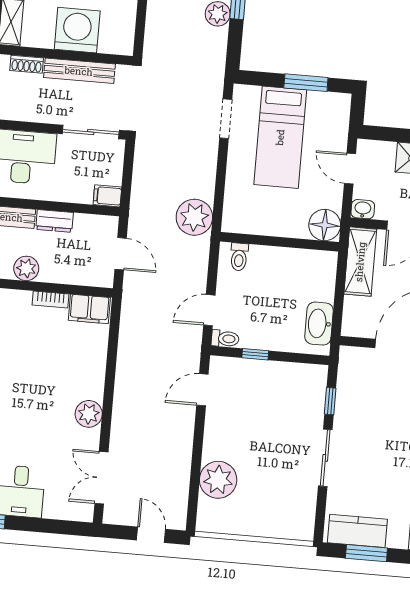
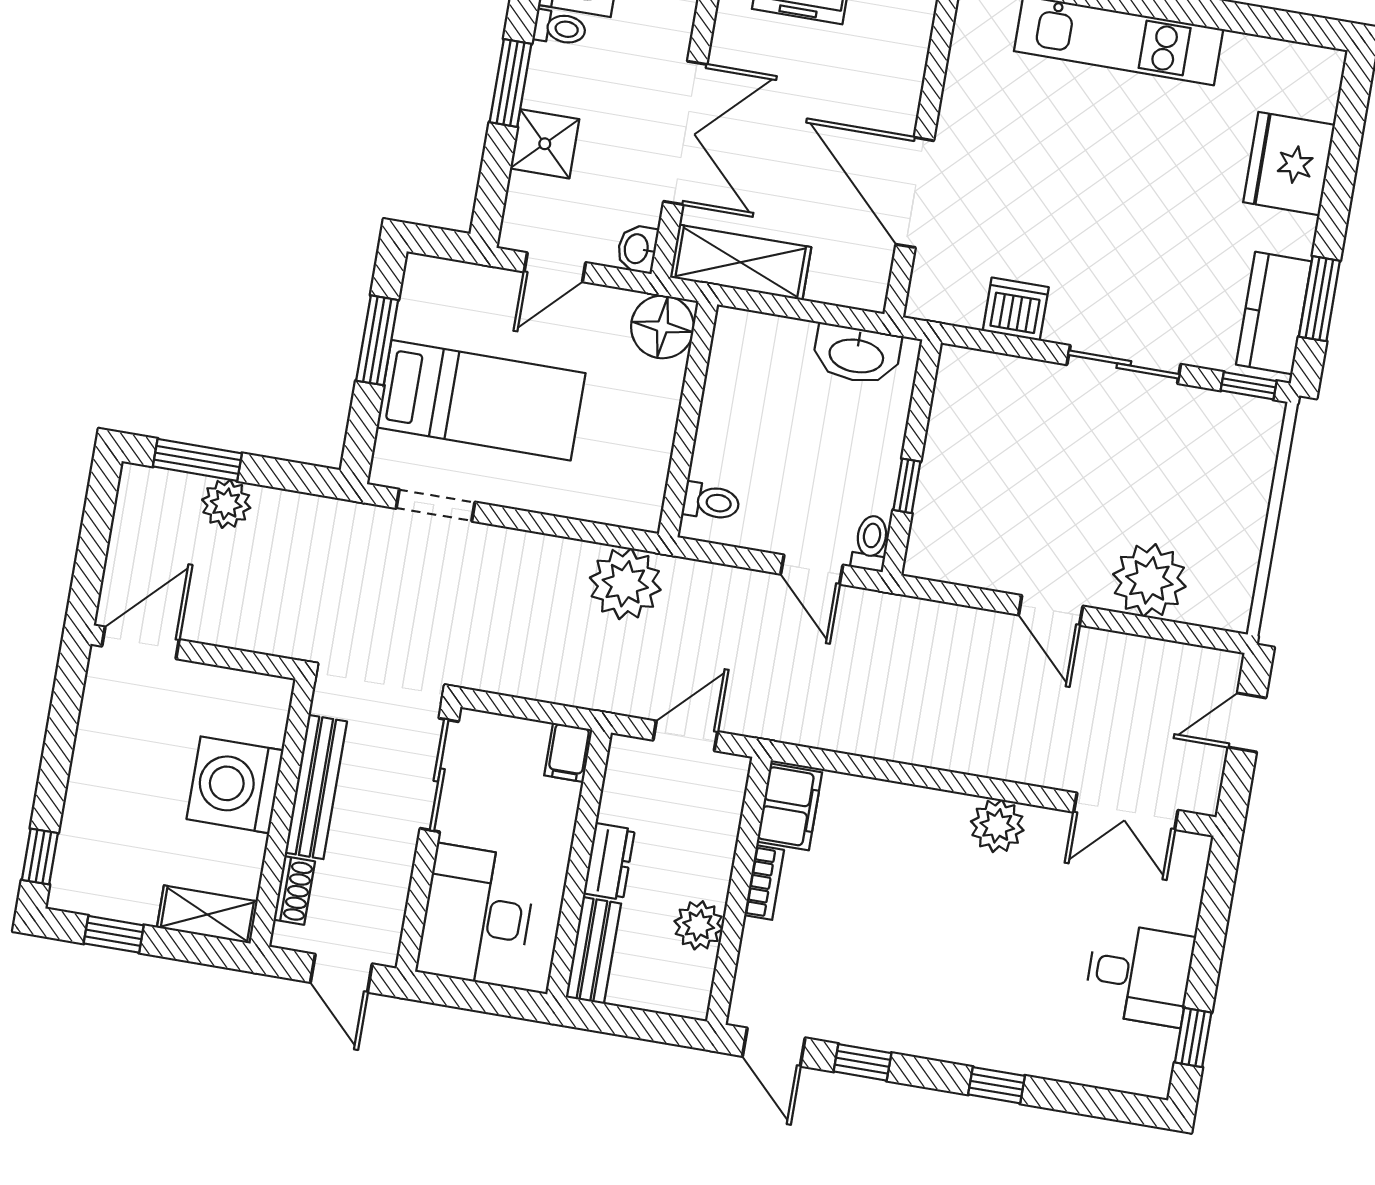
door: (202, 390) -> (1051, 610), moved
window: (330, 401) -> (1249, 386), moved
dishwasher: (348, 401) -> (1016, 309), added

